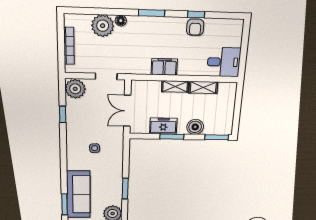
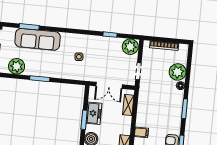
filing cabinet: (164, 67) -> (141, 132), moved, width x0.50
shelving: (175, 87) -> (128, 105), moved
double door: (127, 111) -> (109, 85), swing flipped

